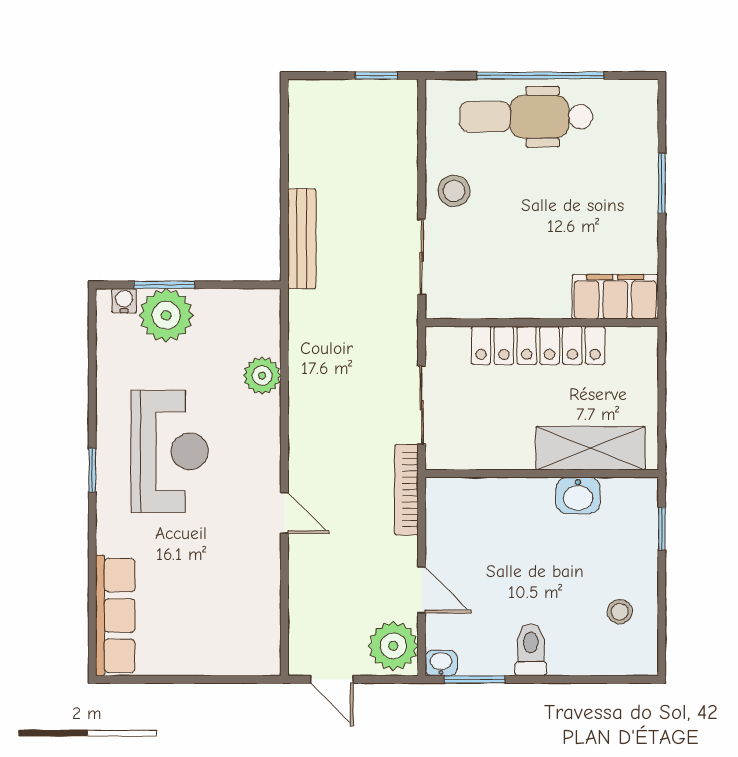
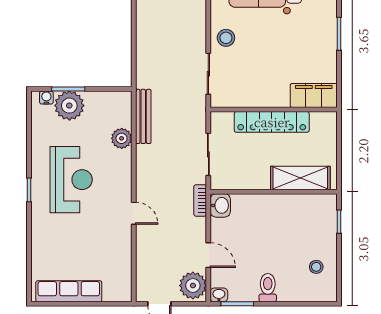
bench: (302, 239) -> (143, 116), moved
bookcase: (407, 490) -> (200, 200), width x0.64
washbasin: (578, 495) -> (220, 205), moved, turned -90
row of seats: (115, 615) -> (69, 291), moved, turned -90

